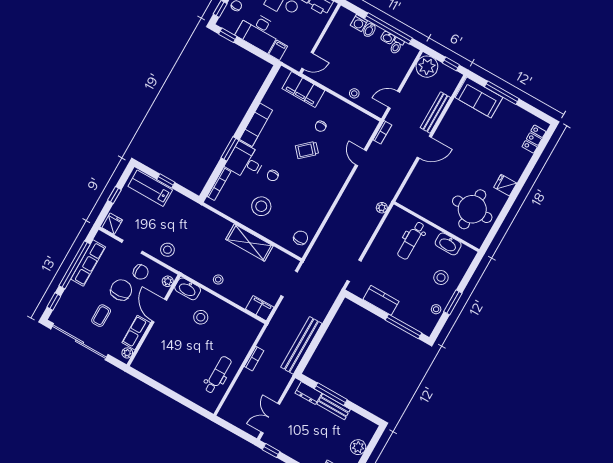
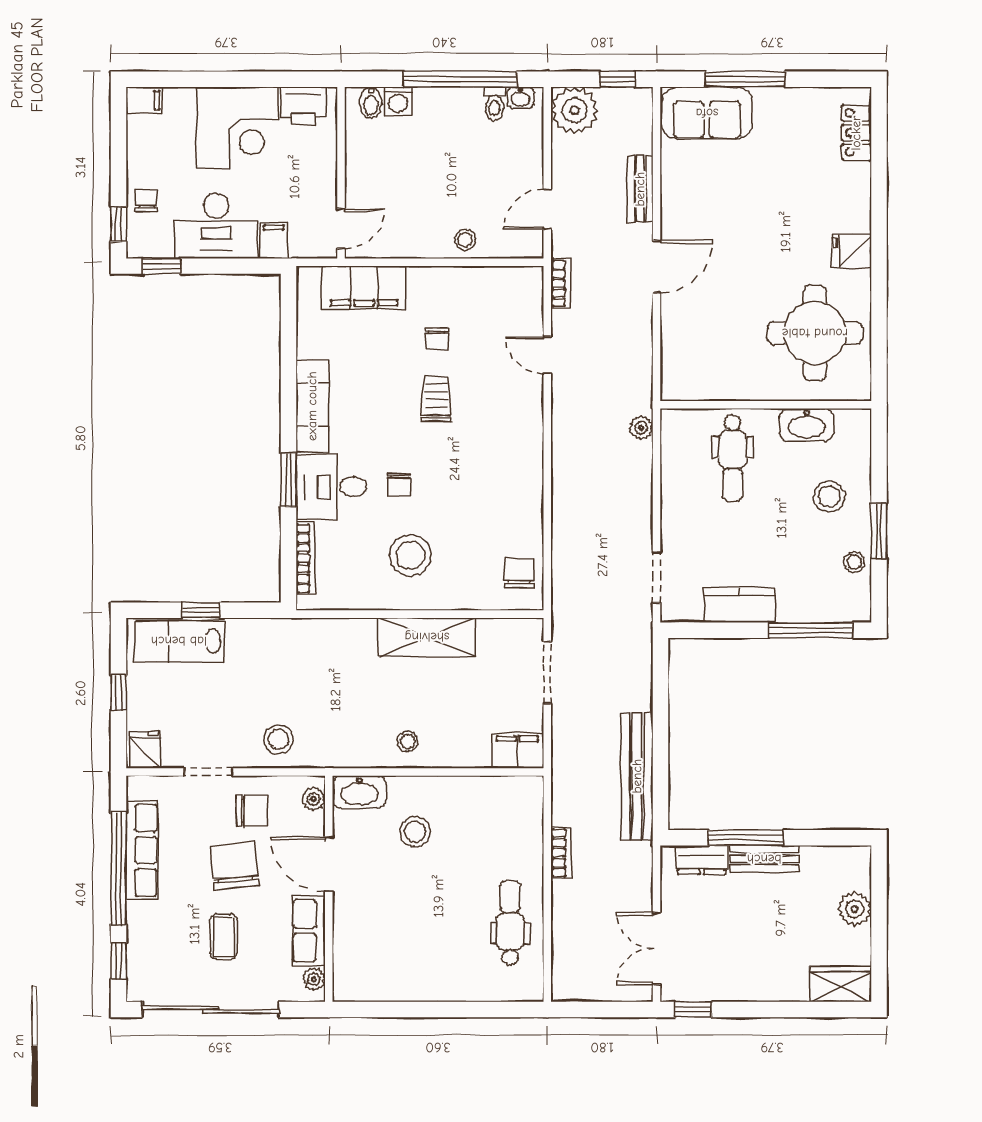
bidet: (369, 30) -> (371, 103), moved
washbasin: (388, 38) -> (521, 98), moved
bench: (435, 113) -> (640, 189), width x0.73
trolley: (307, 150) -> (436, 399), turned 132

